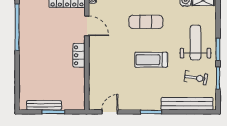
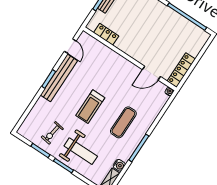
locker: (79, 55) -> (106, 34), moved
treadmill: (151, 60) -> (90, 107), turned 180
bench: (187, 104) -> (59, 78), moved

